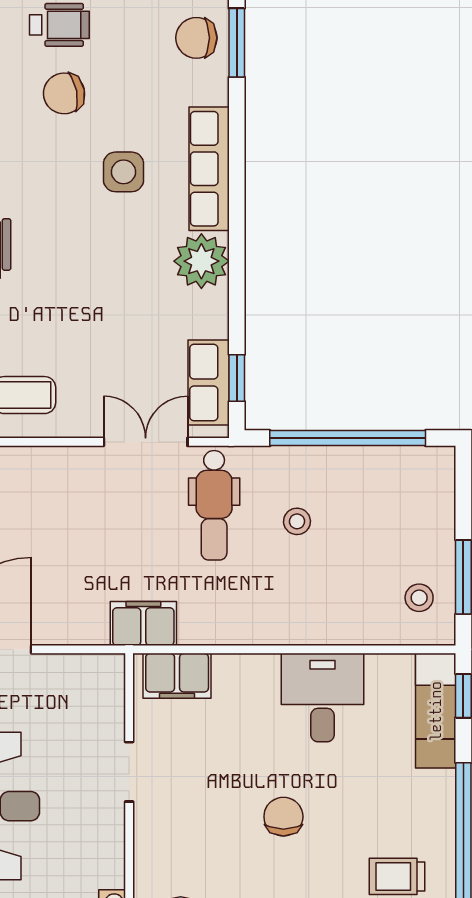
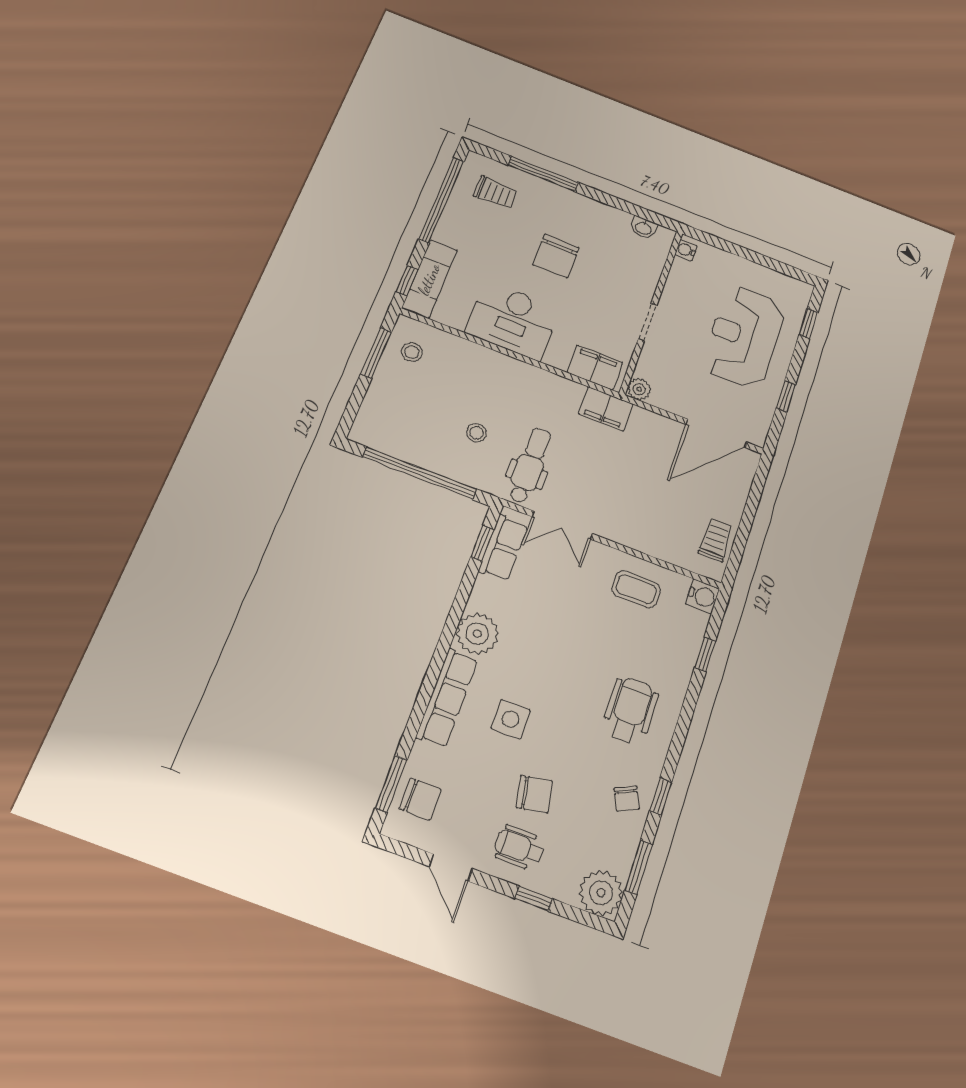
plant: (109, 670) -> (639, 389), added
desk: (322, 698) -> (513, 320), width x1.37
chair: (283, 817) -> (556, 256), width x1.37, depth x1.37

